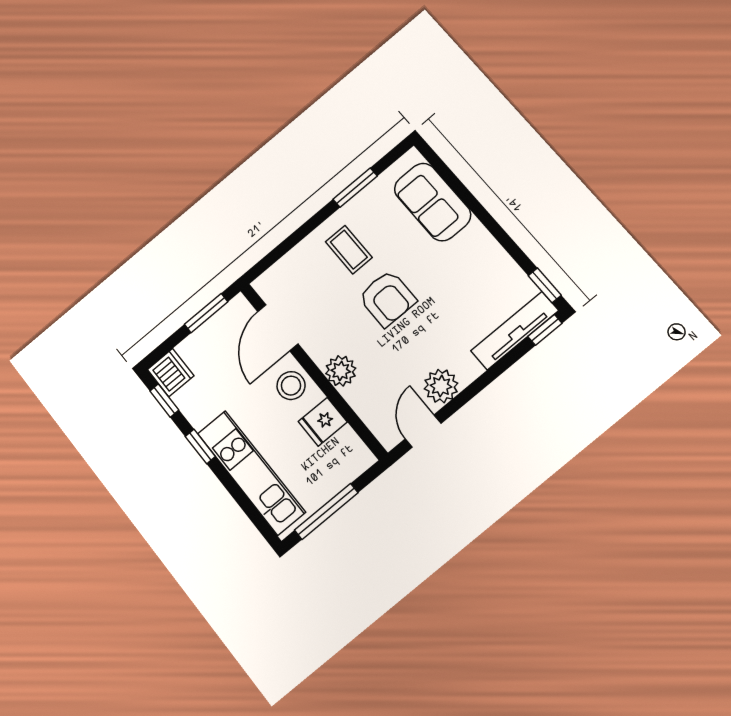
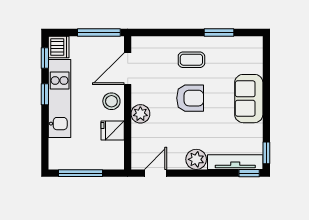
sofa: (432, 202) -> (249, 99), moved
coffee table: (349, 250) -> (191, 60), turned 90
armchair: (387, 298) -> (190, 98), turned -90
window: (206, 313) -> (99, 33), width x1.44
plant: (441, 386) -> (196, 159), moved
kitchen unit: (251, 473) -> (60, 99), moved

